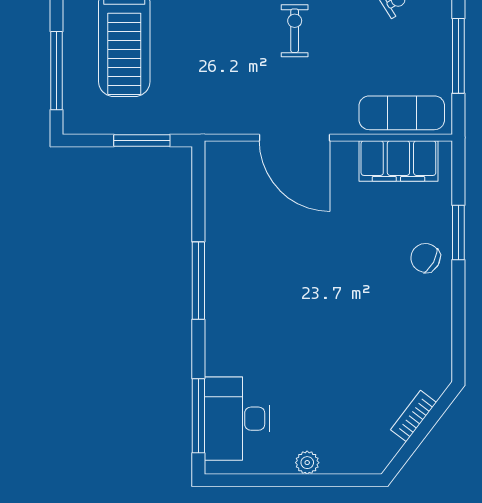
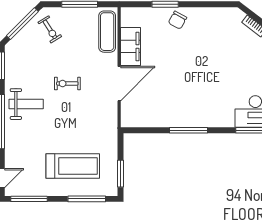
window: (142, 141) -> (121, 174), moved
filing cabinet: (398, 161) -> (130, 47), moved

